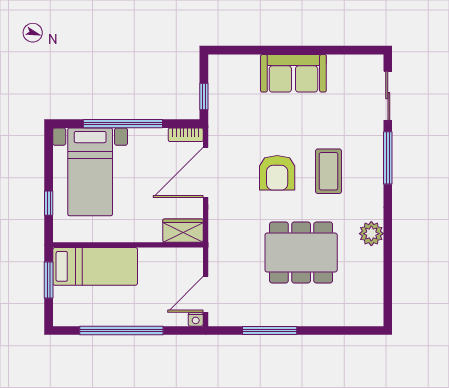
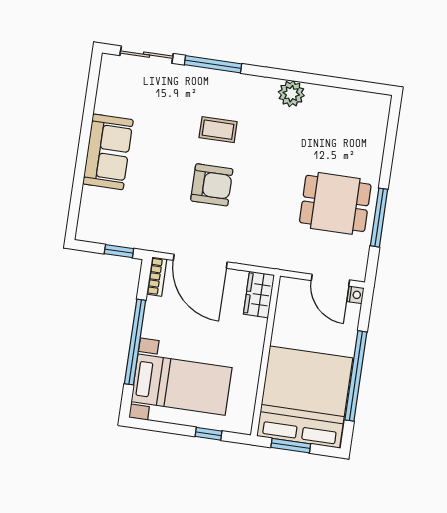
coffee table: (329, 171) -> (218, 130), width x0.73, depth x0.77
dining table: (301, 252) -> (335, 203), moved, width x0.73
bed: (95, 266) -> (305, 397), width x2.04

